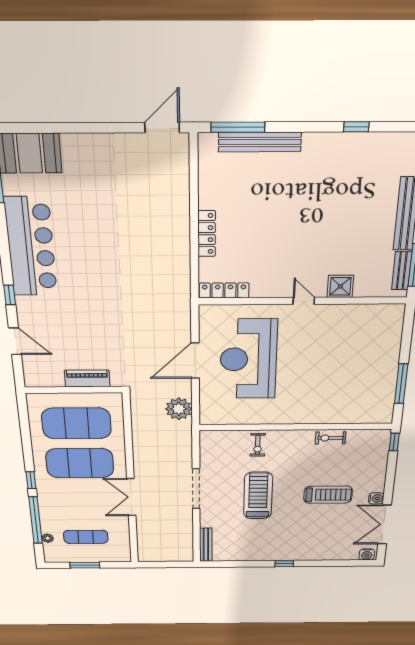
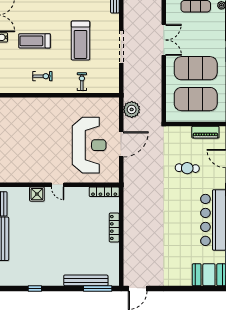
cafe table: (83, 327) -> (187, 168), added
piano: (87, 379) -> (205, 132), moved
exercise bike: (331, 438) -> (42, 76), moved

